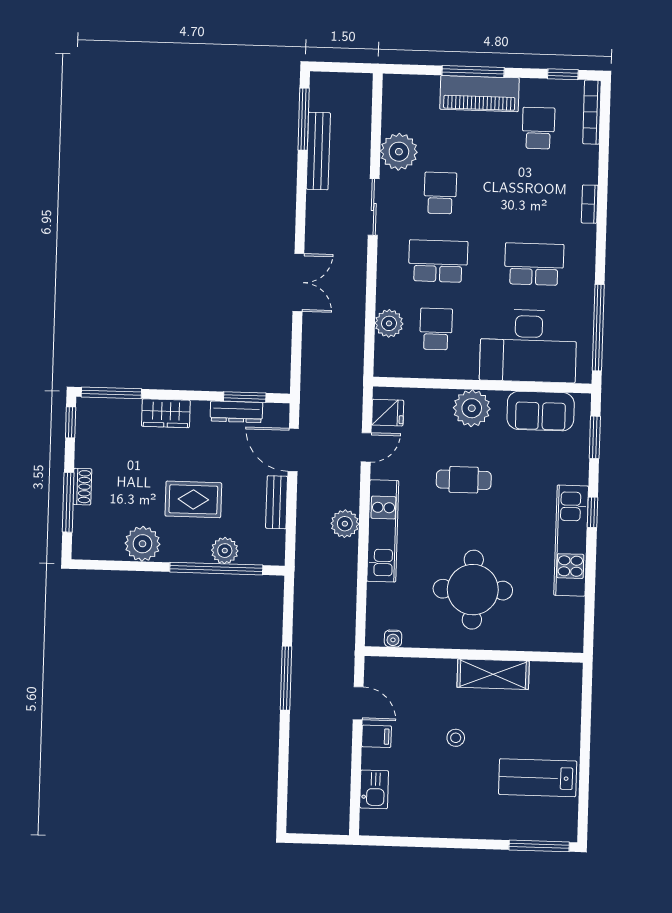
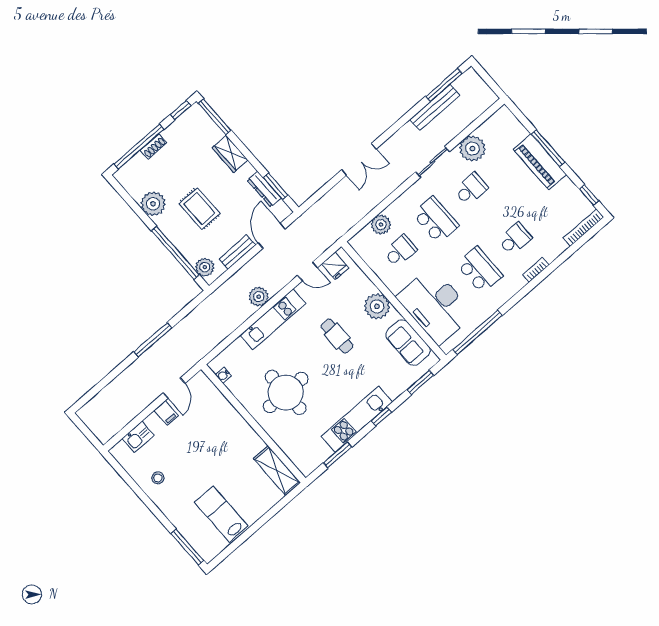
school desk: (538, 128) -> (515, 239), moved
window: (68, 502) -> (139, 147), width x1.46
plant: (225, 551) -> (205, 267), moved
window: (590, 596) -> (337, 455), added
shelving: (493, 674) -> (277, 471), moved
stool: (456, 738) -> (158, 478), moved

